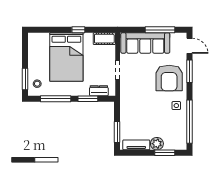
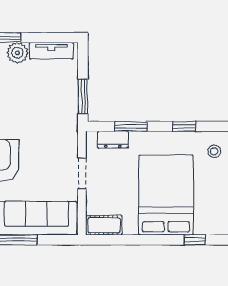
window: (78, 30) -> (195, 240), moved
window: (56, 99) -> (184, 126), width x0.46
window: (117, 132) -> (83, 96), moved

